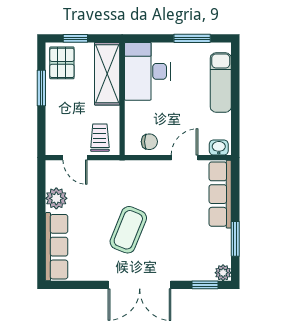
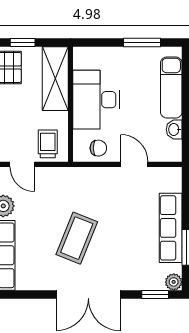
desk: (147, 71) -> (96, 100), moved
washbasin: (219, 148) -> (174, 129), moved, turned -90
door: (185, 158) -> (134, 164), hinge flipped
row of seats: (220, 194) -> (171, 228), moved

